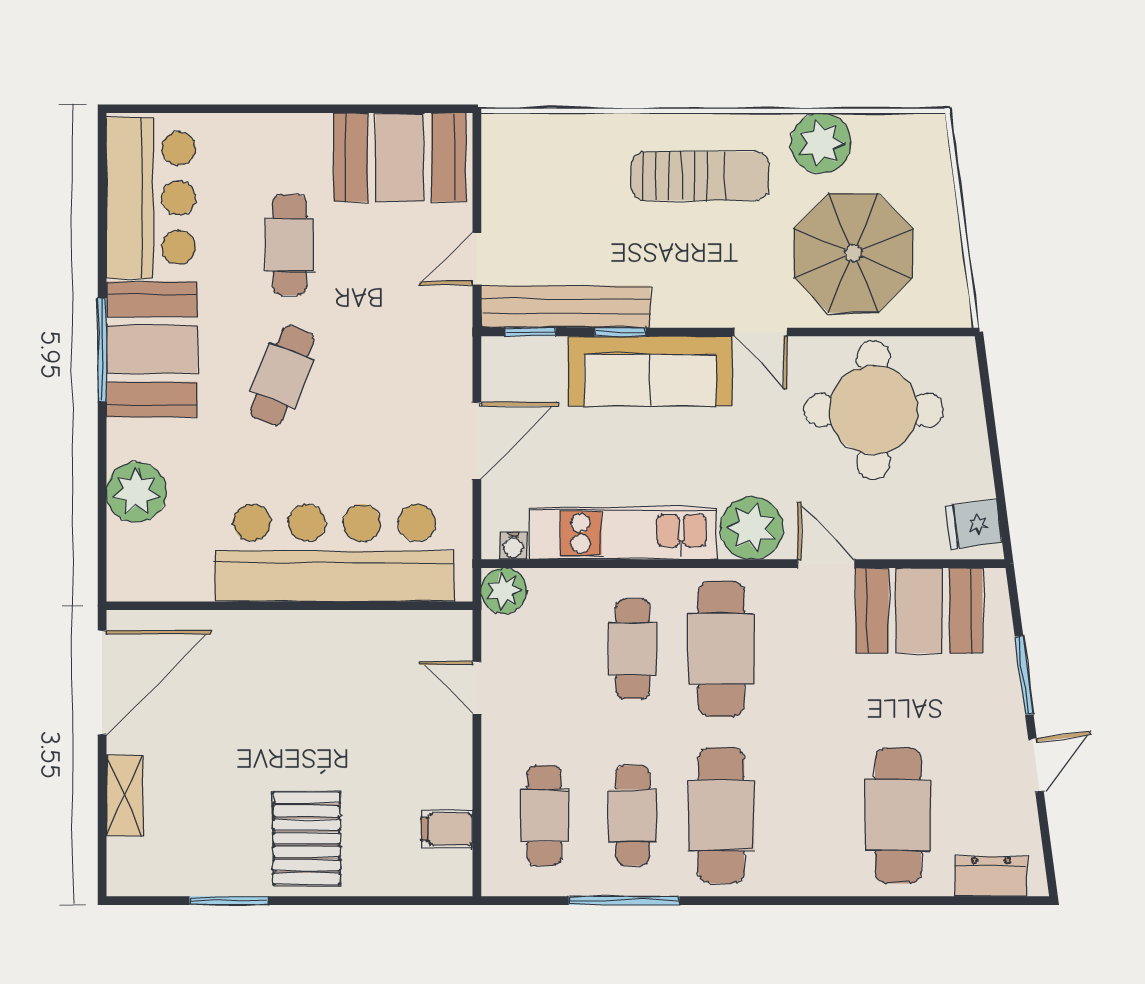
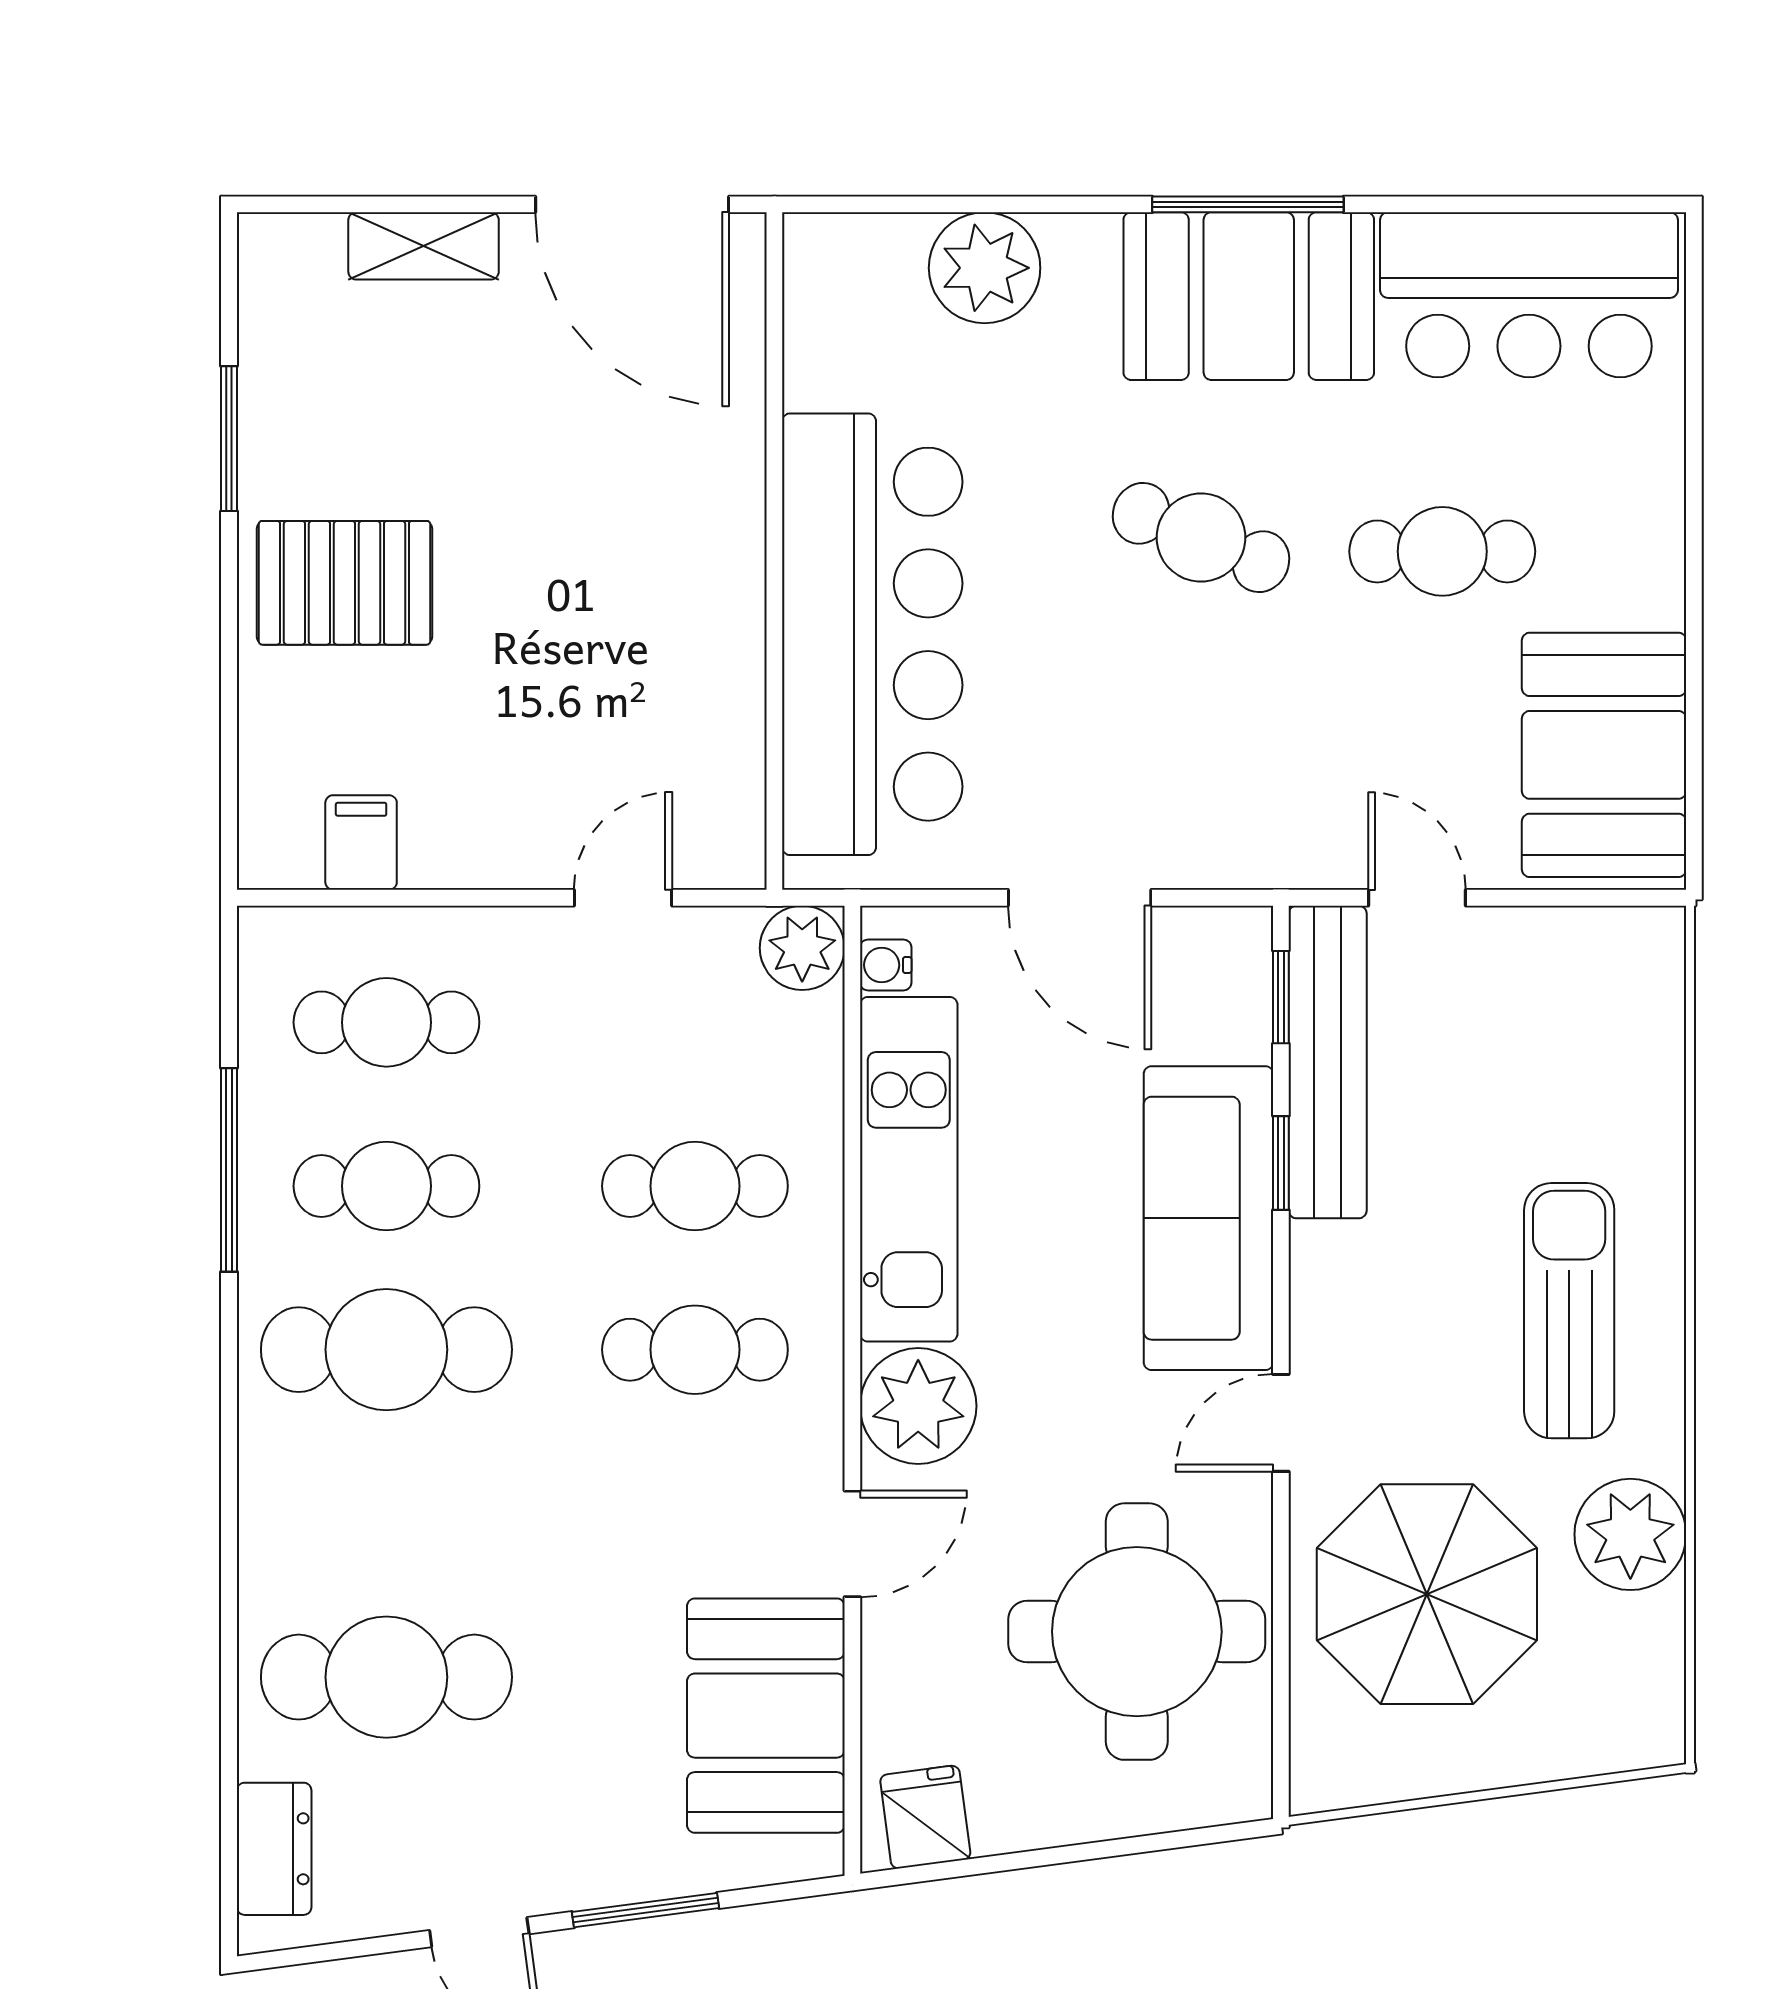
sun lounger: (700, 176) -> (1569, 1311), turned 180
cafe table: (721, 649) -> (695, 1350), width x0.73, depth x0.74

